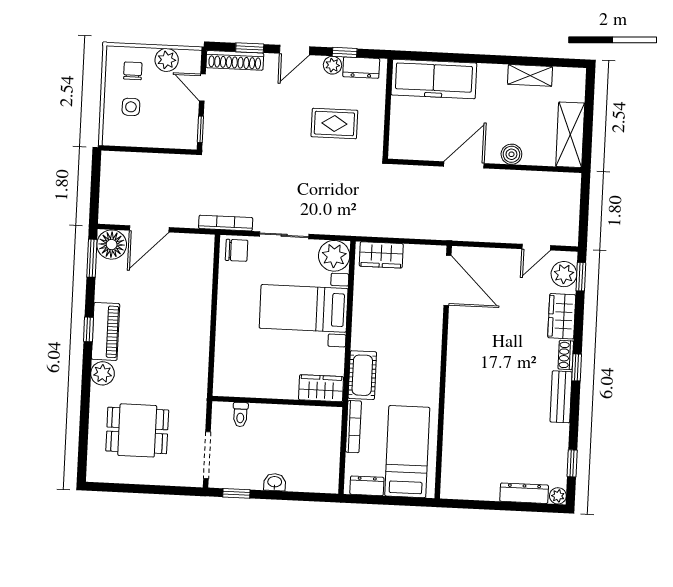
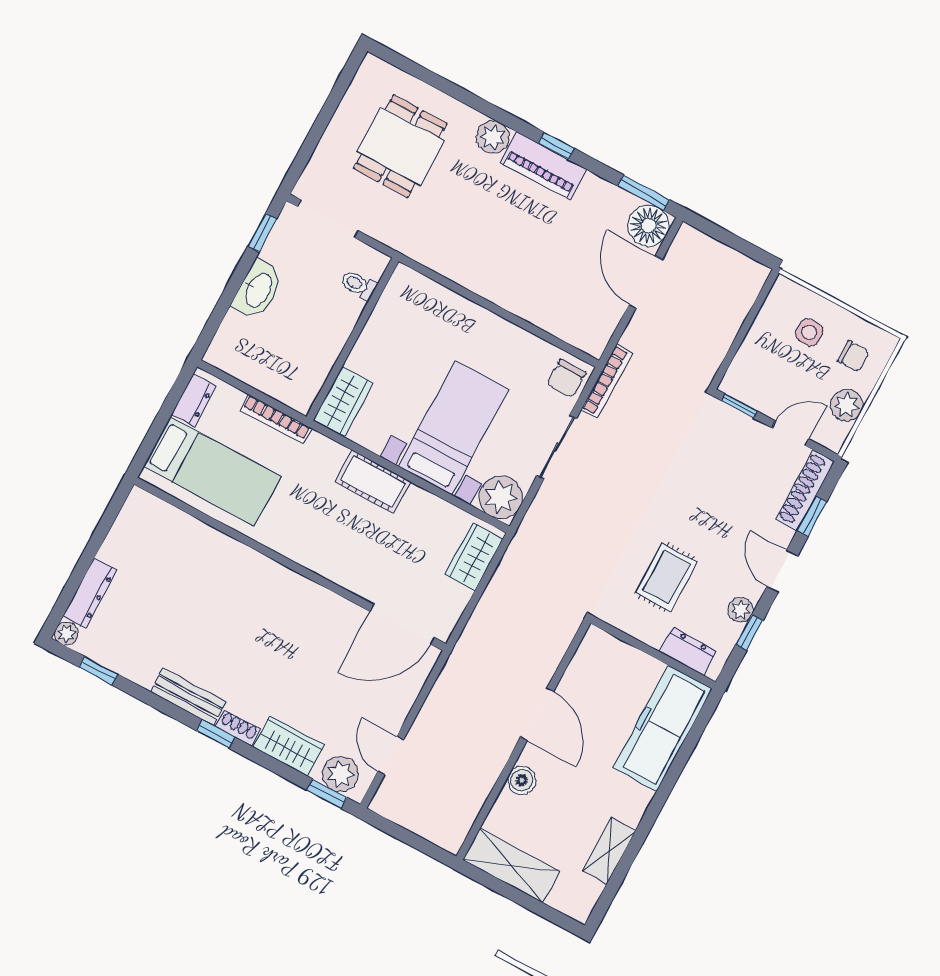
dresser: (361, 68) -> (688, 651), moved, turned 90
cot: (362, 375) -> (373, 482), moved
washbasin: (275, 482) -> (258, 290), width x1.91, depth x1.45

